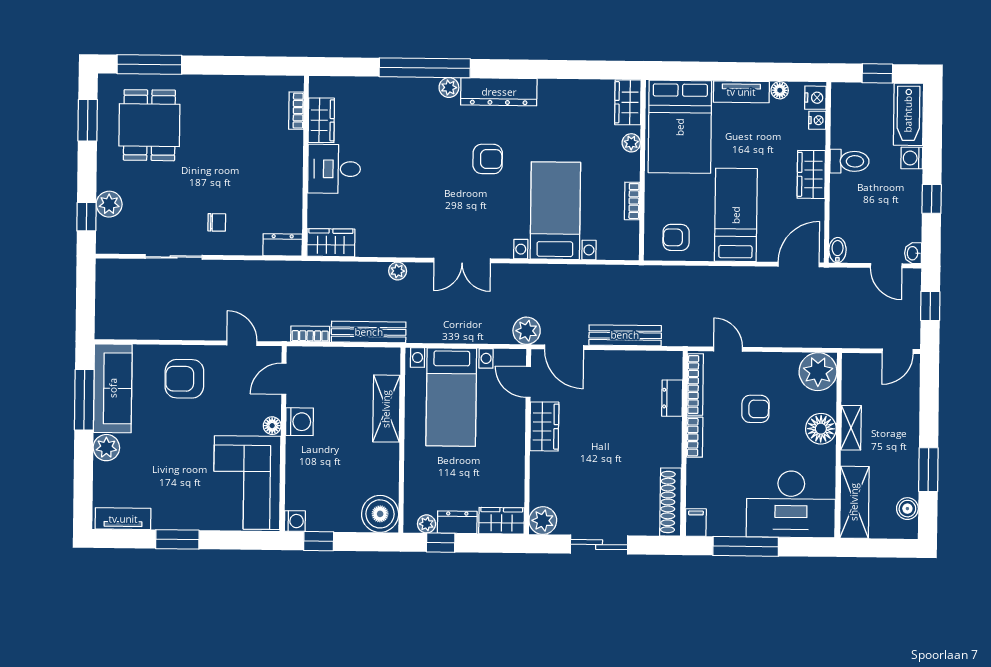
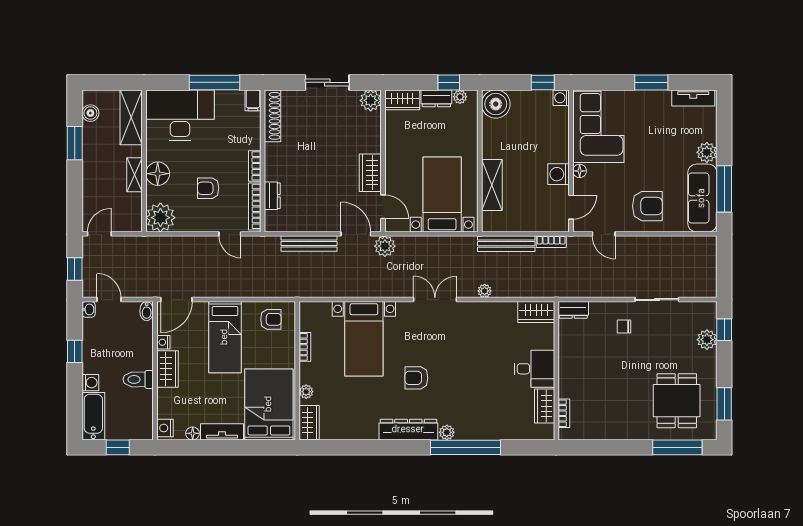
nightstand: (817, 120) -> (163, 342), moved

